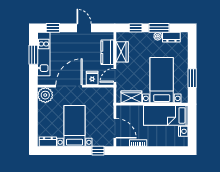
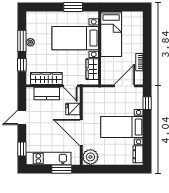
dresser: (171, 37) -> (31, 28), removed
wardrobe: (122, 52) -> (46, 79), width x1.50
window: (33, 55) -> (62, 169), moved
nightstand: (183, 131) -> (127, 16), removed

